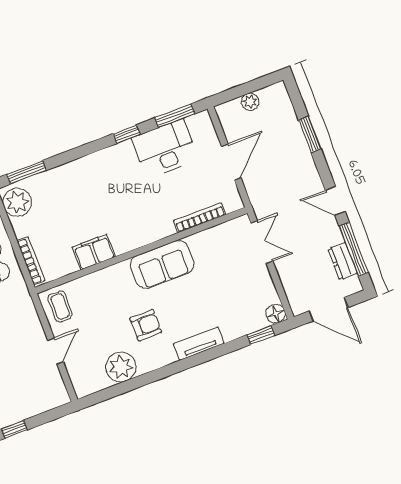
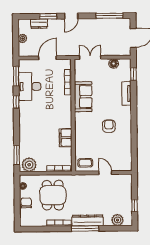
door: (231, 162) -> (47, 58), hinge flipped
door: (335, 201) -> (71, 16), moved
dresser: (343, 261) -> (39, 24), moved
sofa: (162, 264) -> (83, 97), moved
floor lamp: (276, 314) -> (114, 64), moved
tv unit: (199, 344) -> (127, 94), moved
plant: (121, 367) -> (124, 145), removed

